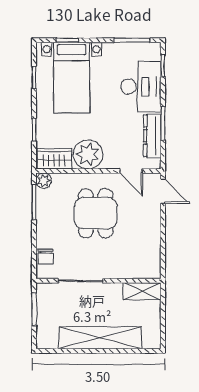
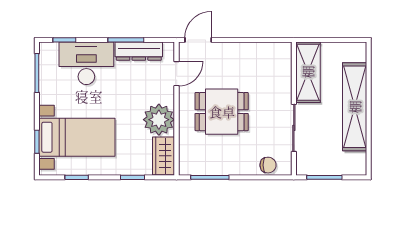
plant: (44, 181) -> (187, 167), removed
shelving: (142, 291) -> (308, 72), width x1.50, depth x1.33

